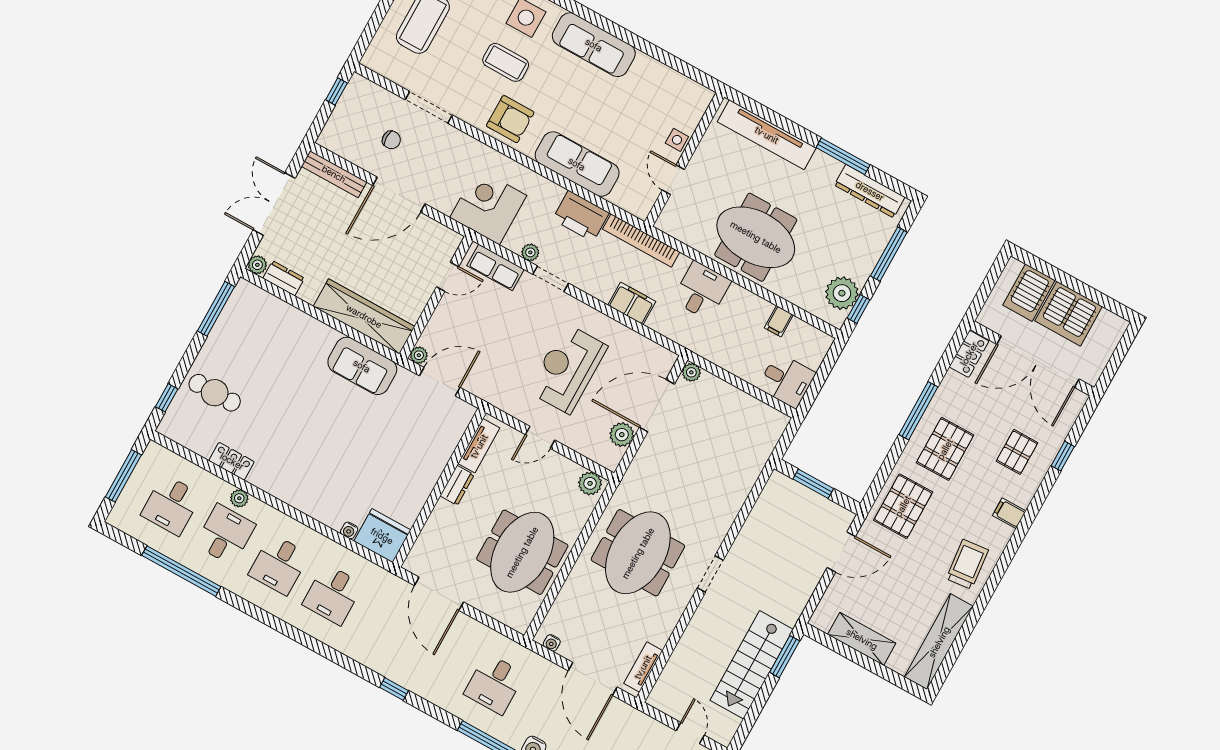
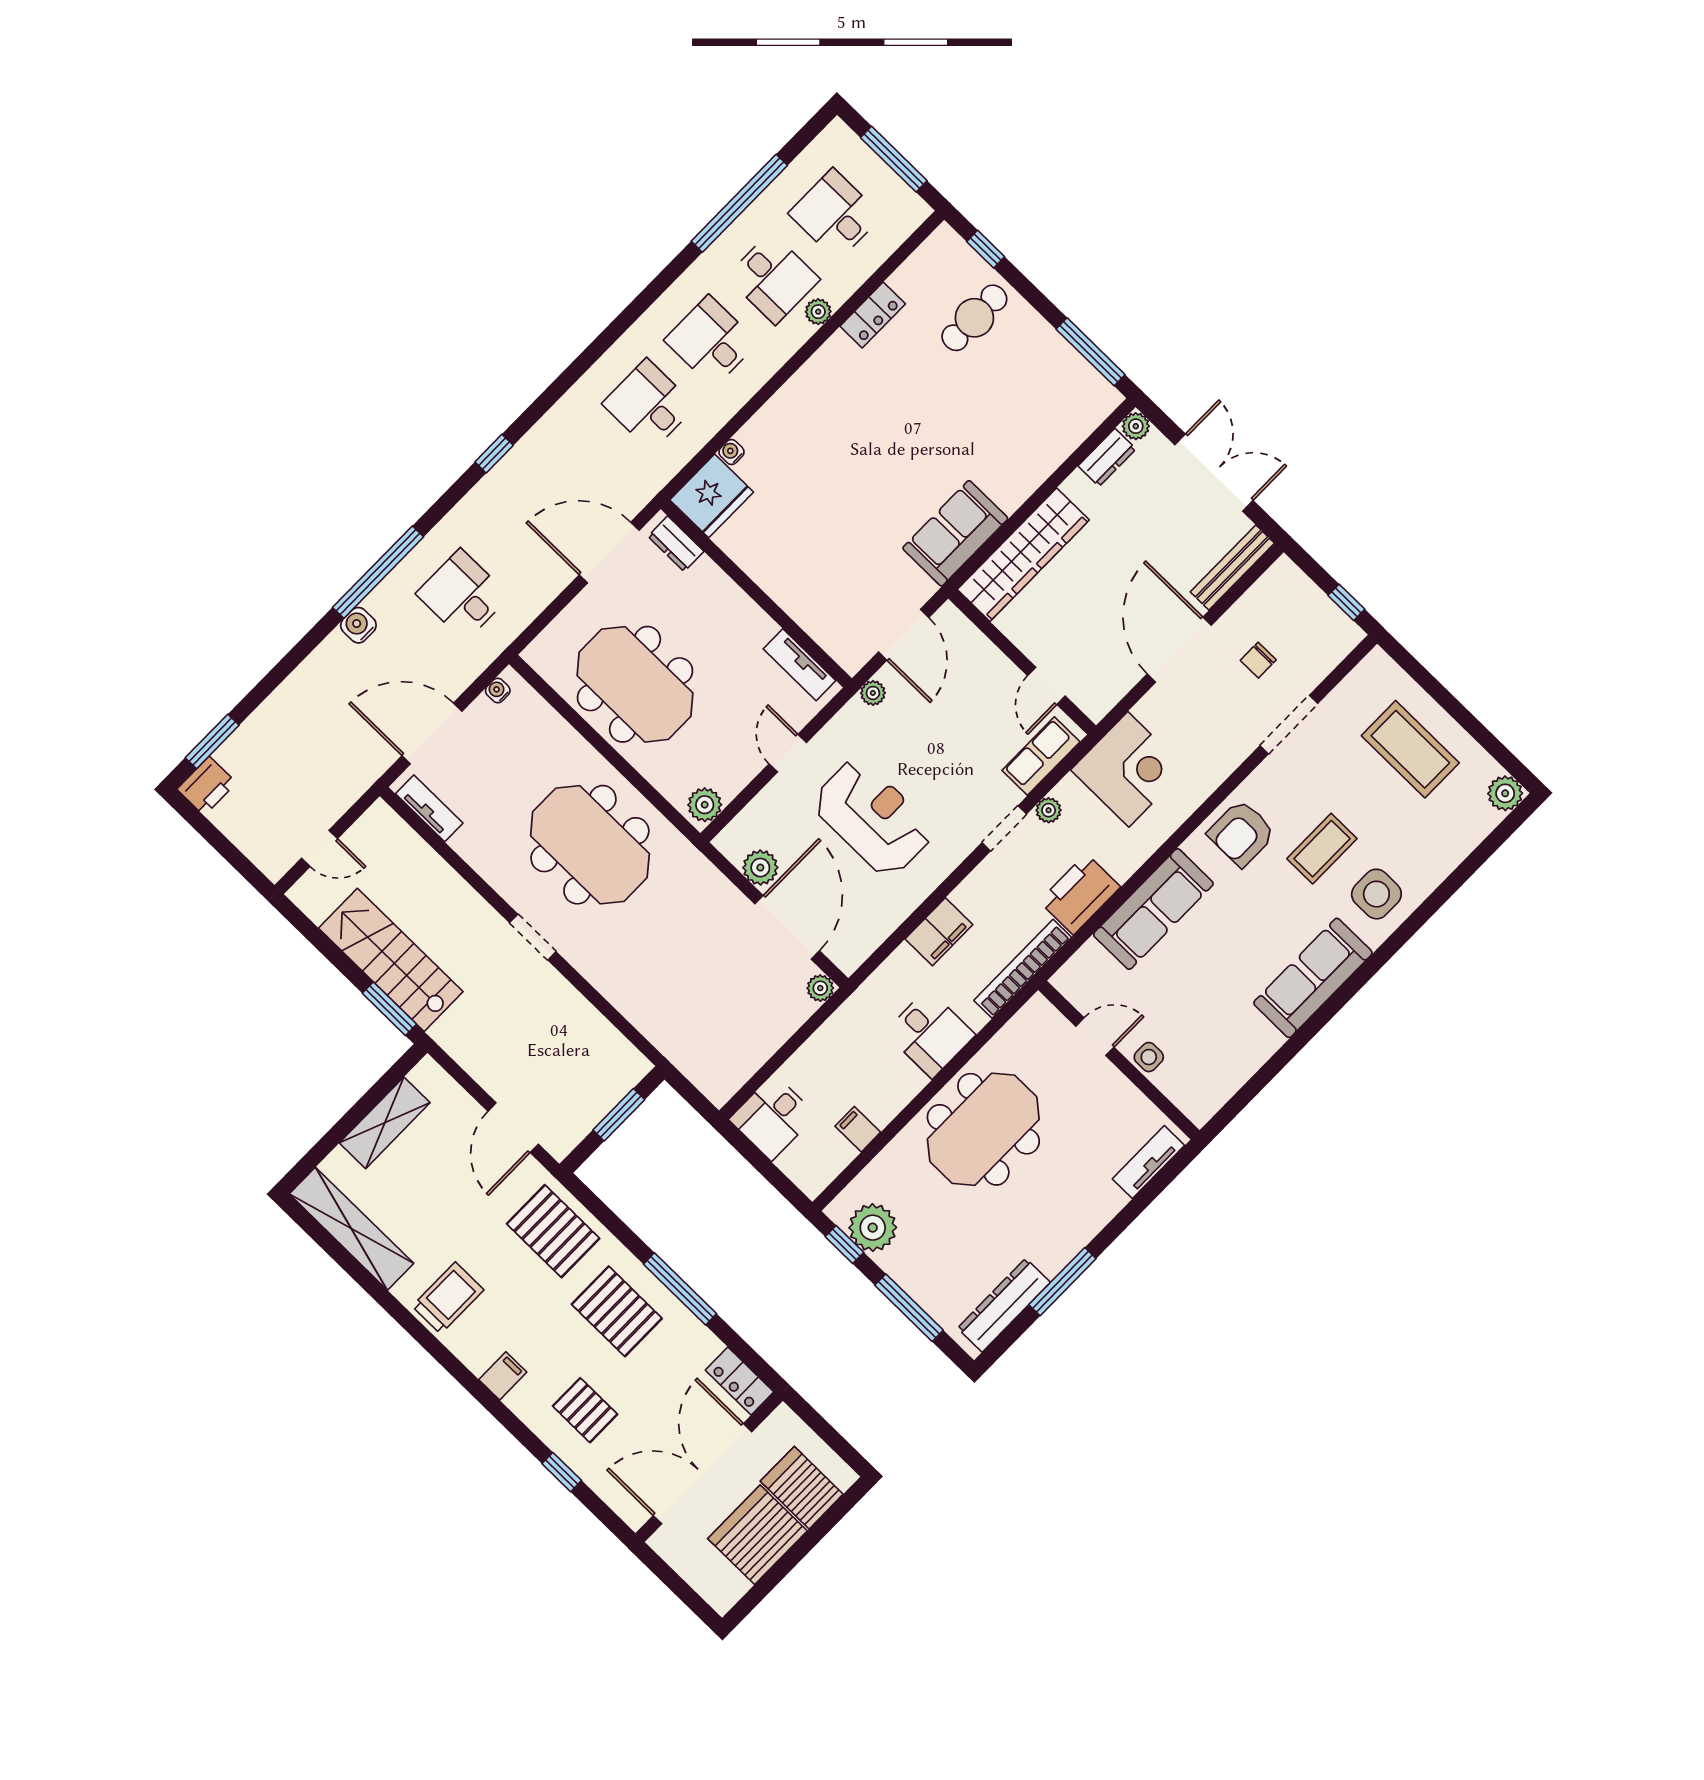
tv unit: (767, 135) -> (1148, 1162), width x0.52, depth x0.78
plant: (419, 355) -> (873, 693), moved
dresser: (457, 485) -> (676, 544), moved
trolley: (967, 564) -> (448, 1298), turned -84

